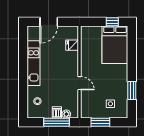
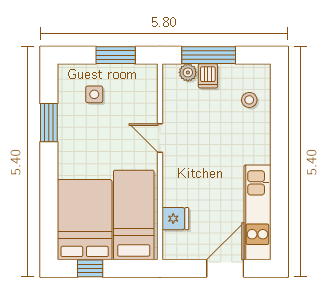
bed: (92, 47) -> (134, 215), added
kitchen unit: (34, 63) -> (257, 212), moved

